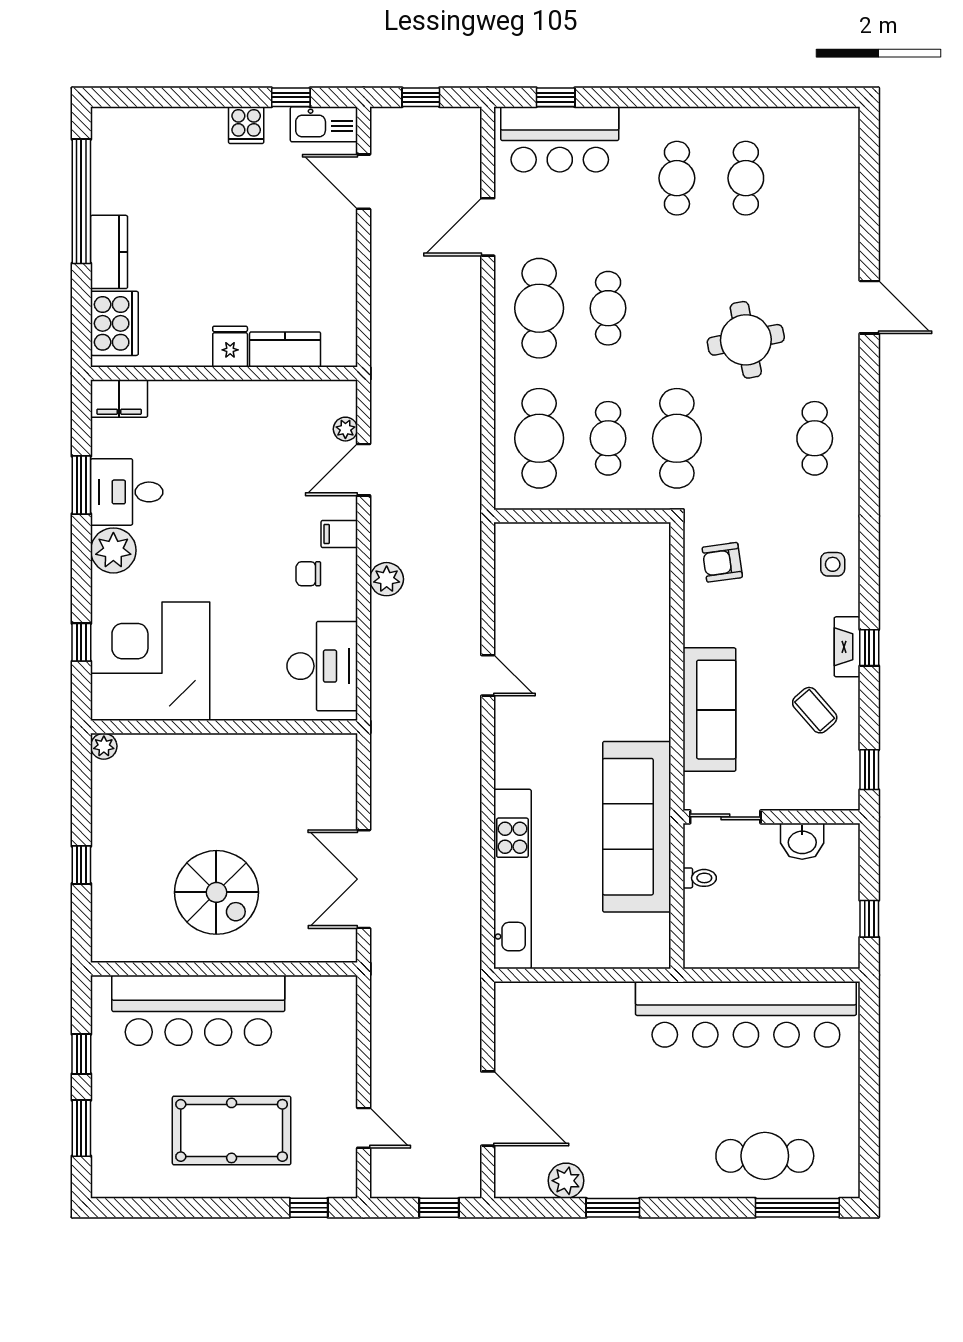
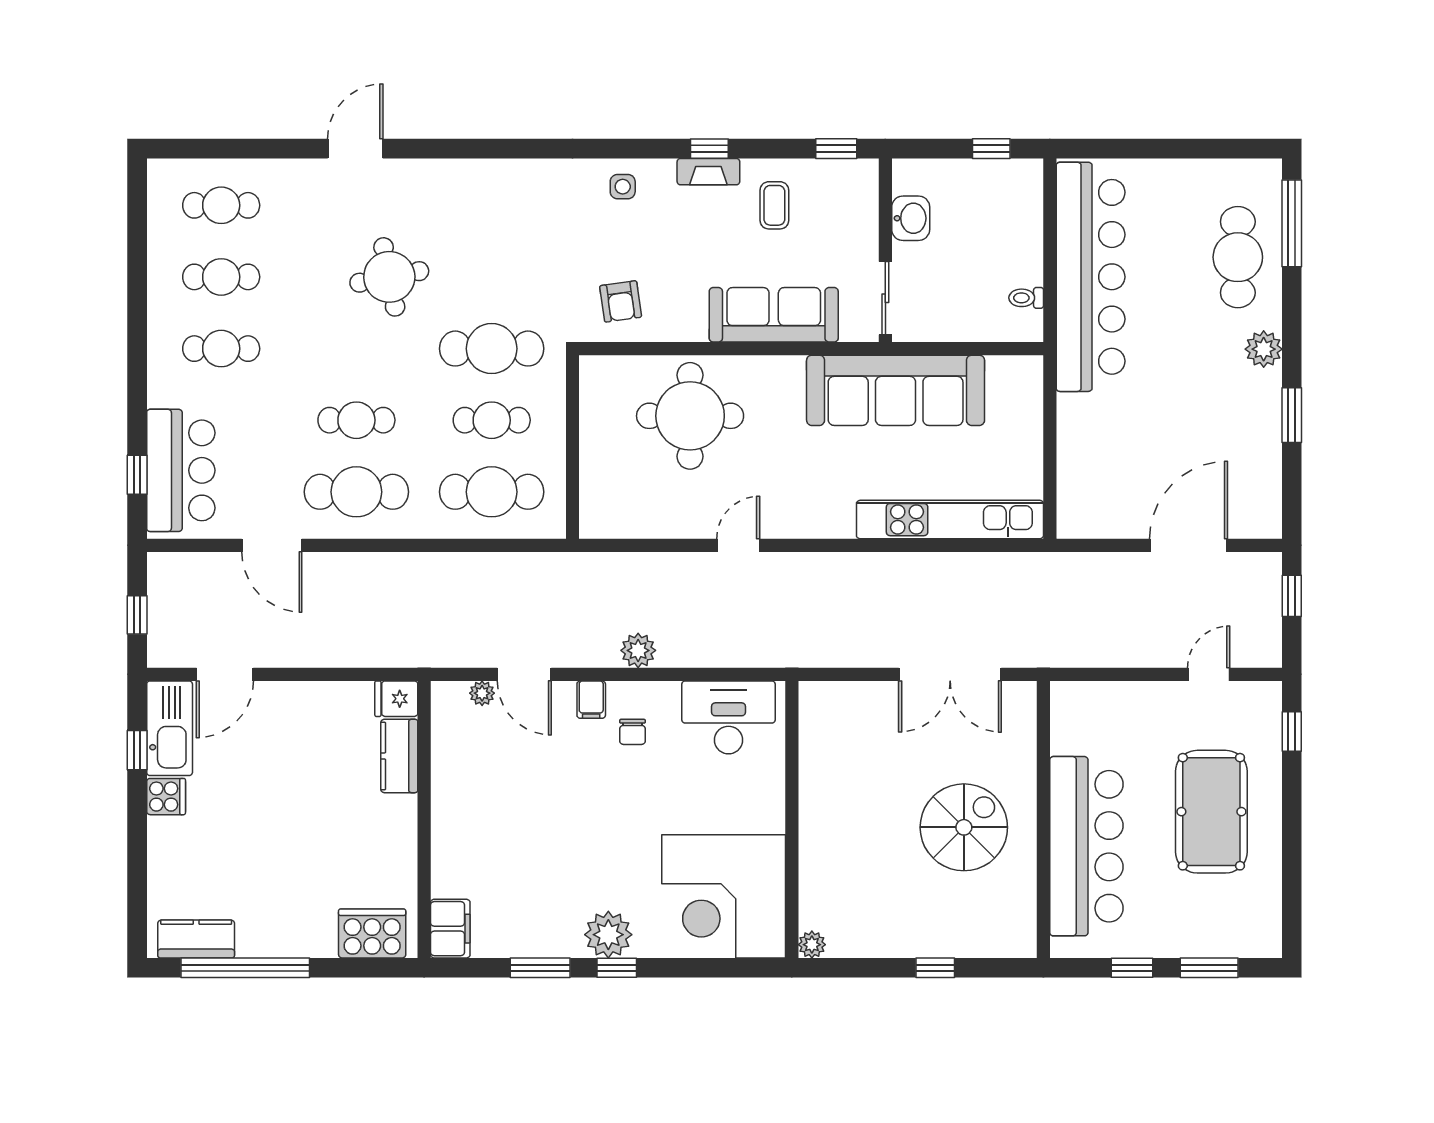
kitchen sink: (324, 124) -> (170, 728), width x1.36, depth x1.24
kitchen counter: (109, 252) -> (196, 939), moved
fridge: (230, 347) -> (396, 699), moved
cafe table: (815, 438) -> (221, 205), moved
desk: (127, 492) -> (547, 921), removed
round table: (612, 629) -> (690, 416), added
window: (81, 642) -> (617, 968), moved
coffee table: (815, 710) -> (774, 205), turned -49
toilet: (700, 878) -> (1026, 298), moved, turned -90
plant: (566, 1181) -> (1264, 349), moved

